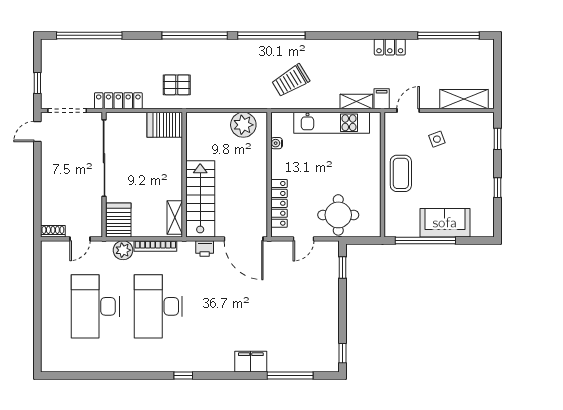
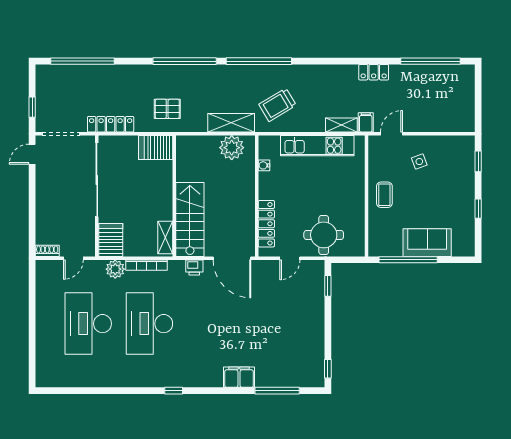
shelving: (464, 99) -> (231, 123), moved
coffee table: (401, 173) -> (384, 195), width x0.73, depth x0.77

